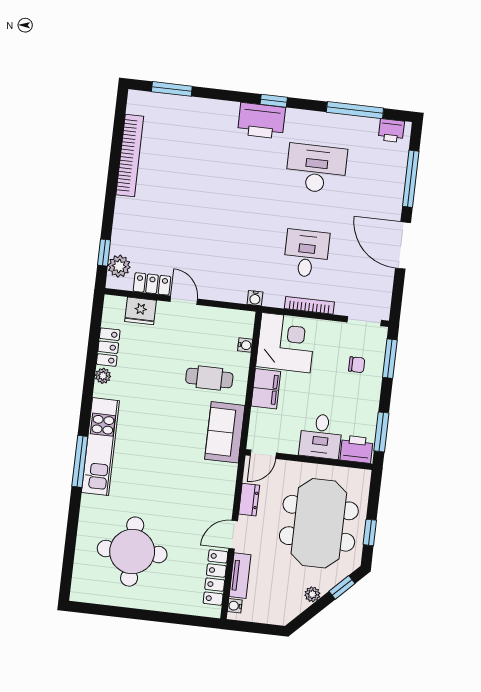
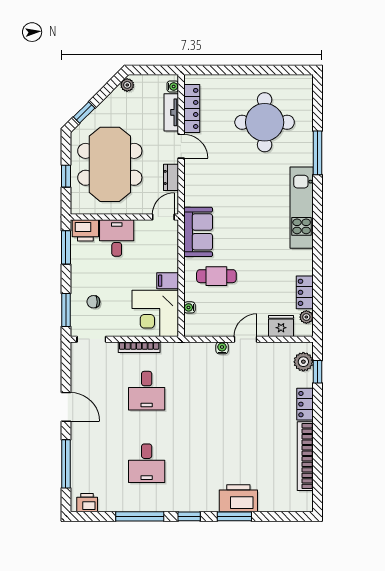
window: (172, 89) -> (234, 516), moved
window: (355, 110) -> (140, 516), moved
printer: (261, 121) -> (238, 498), moved
desk: (316, 169) -> (147, 463), width x0.73
door: (403, 245) -> (66, 407), width x0.73
locker: (152, 284) -> (305, 404), moved, turned 90
water cooler: (255, 298) -> (222, 348), moved
door: (184, 300) -> (246, 339), swing flipped
plant: (103, 376) -> (306, 317), moved
filing cabinet: (266, 389) -> (168, 281), width x0.50
window: (80, 461) -> (317, 153), moved
window: (370, 532) -> (66, 176), moved
door: (233, 535) -> (181, 146), hinge flipped
plant: (312, 594) -> (127, 85), moved

